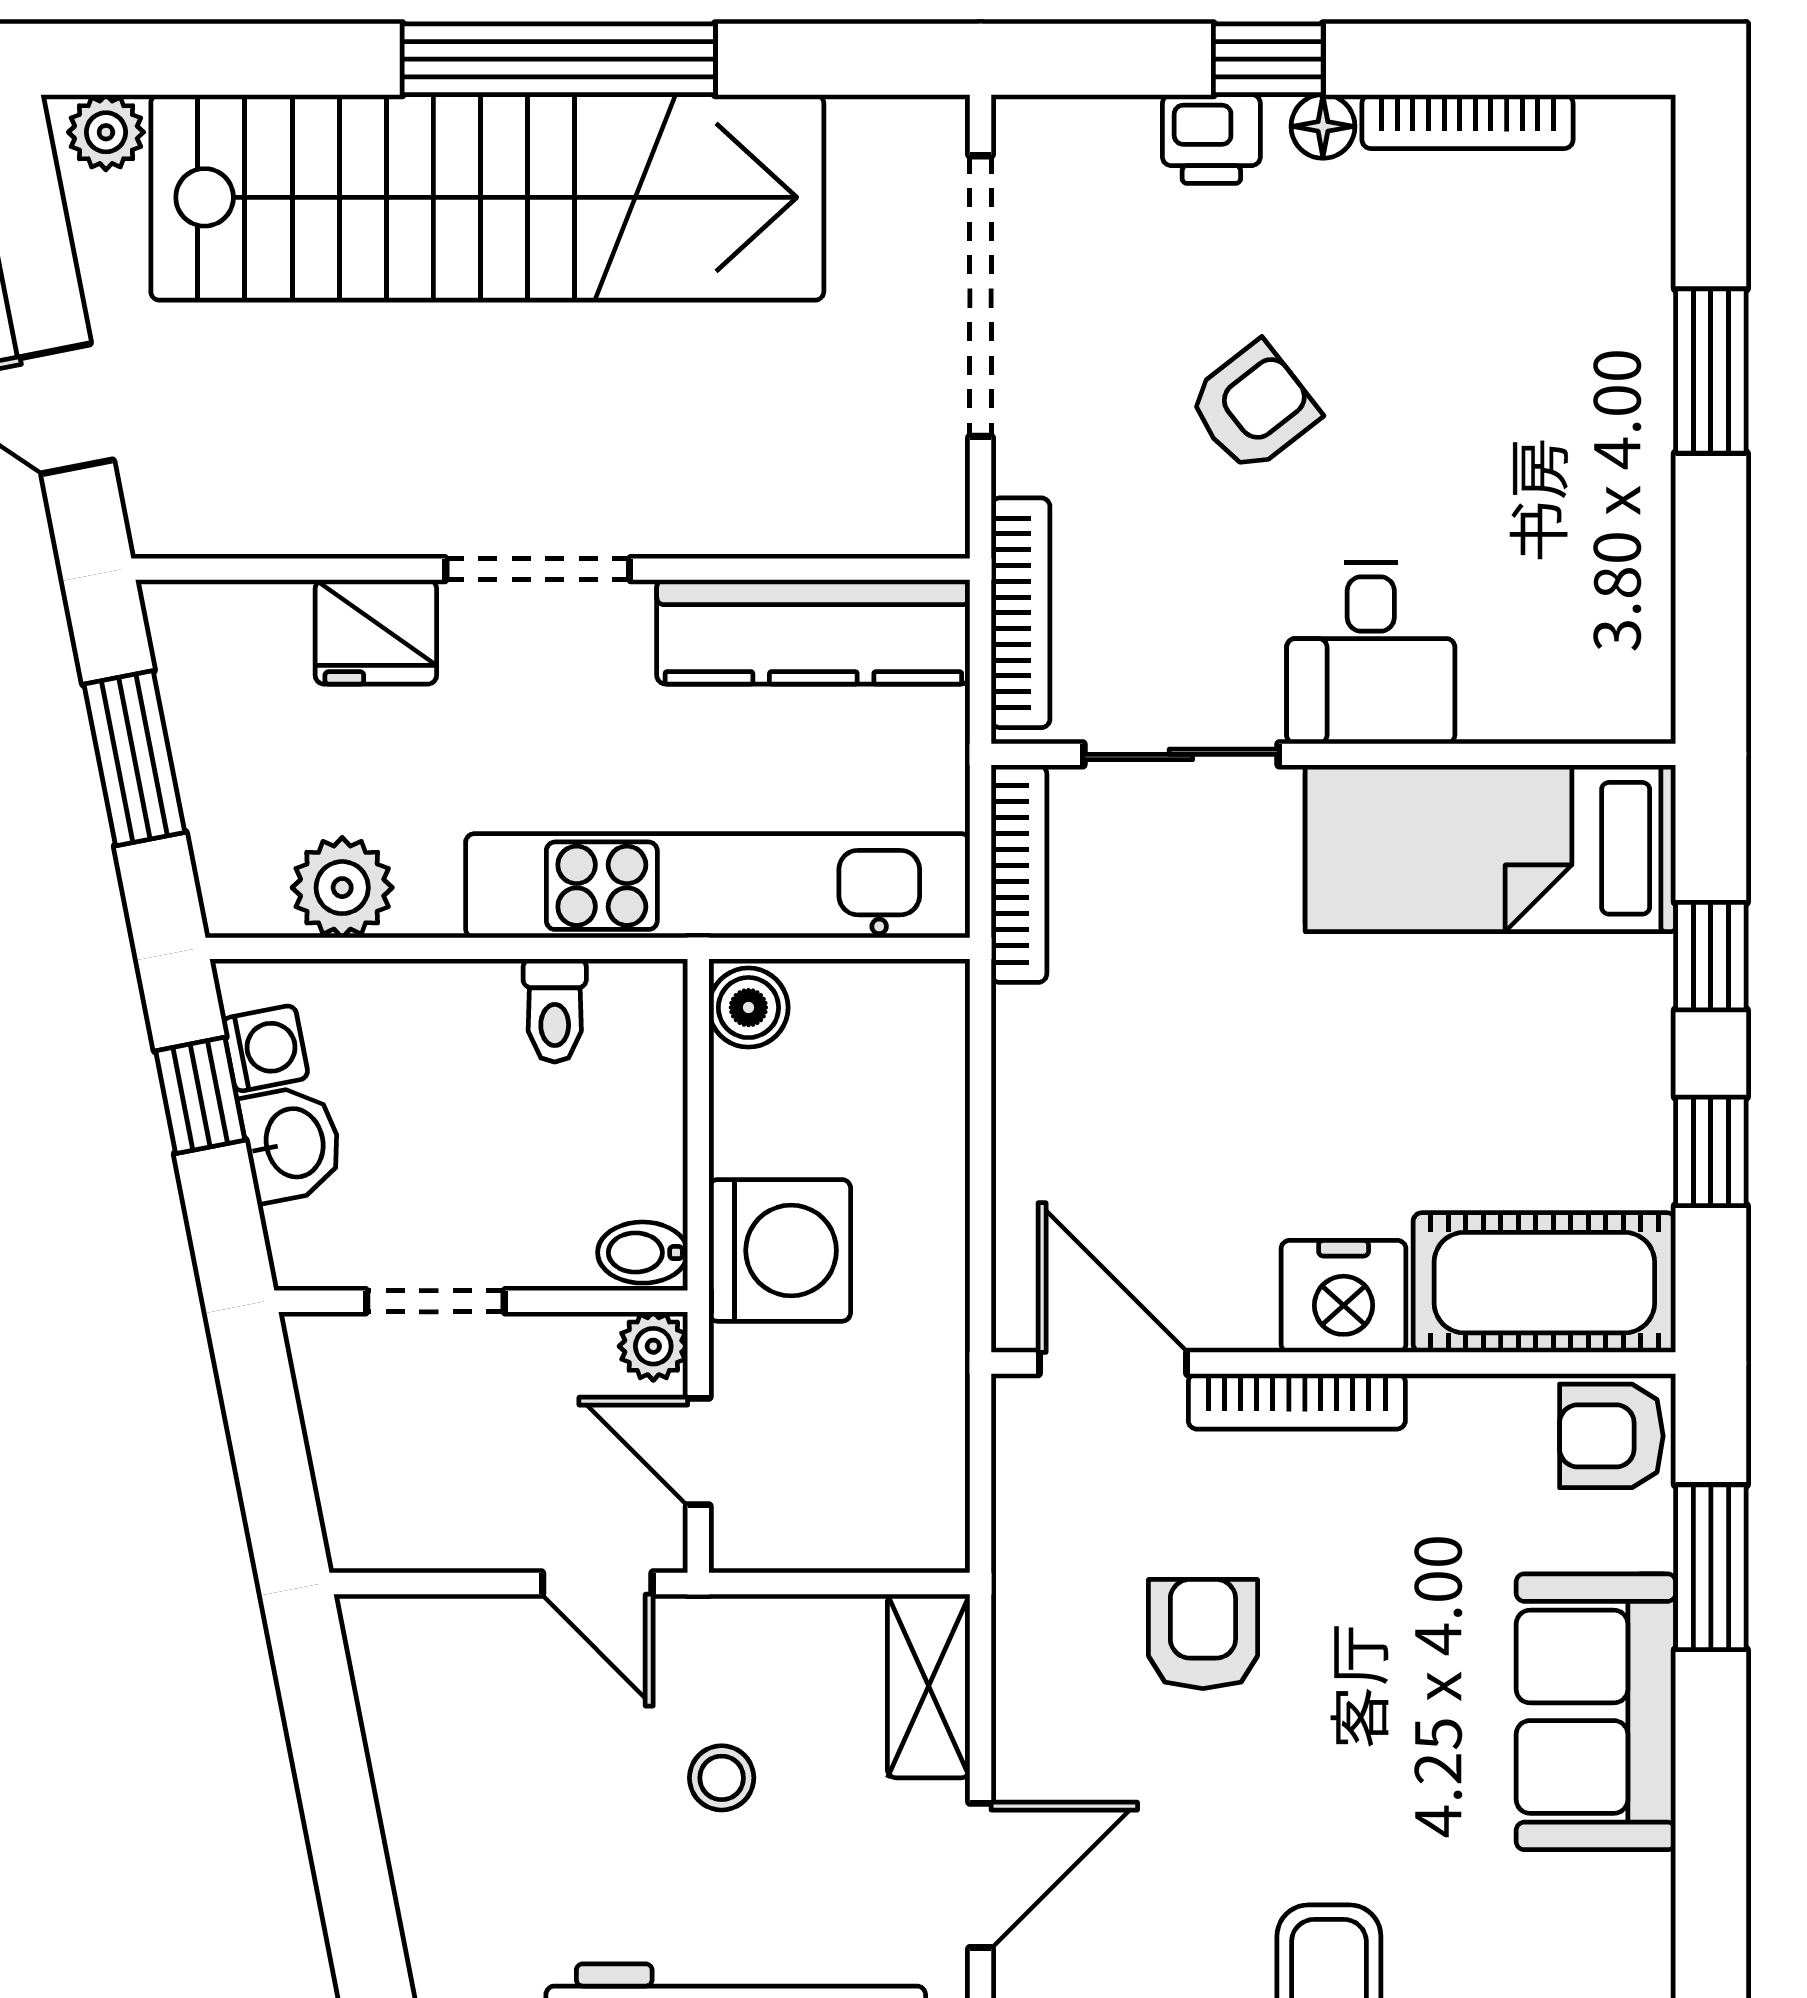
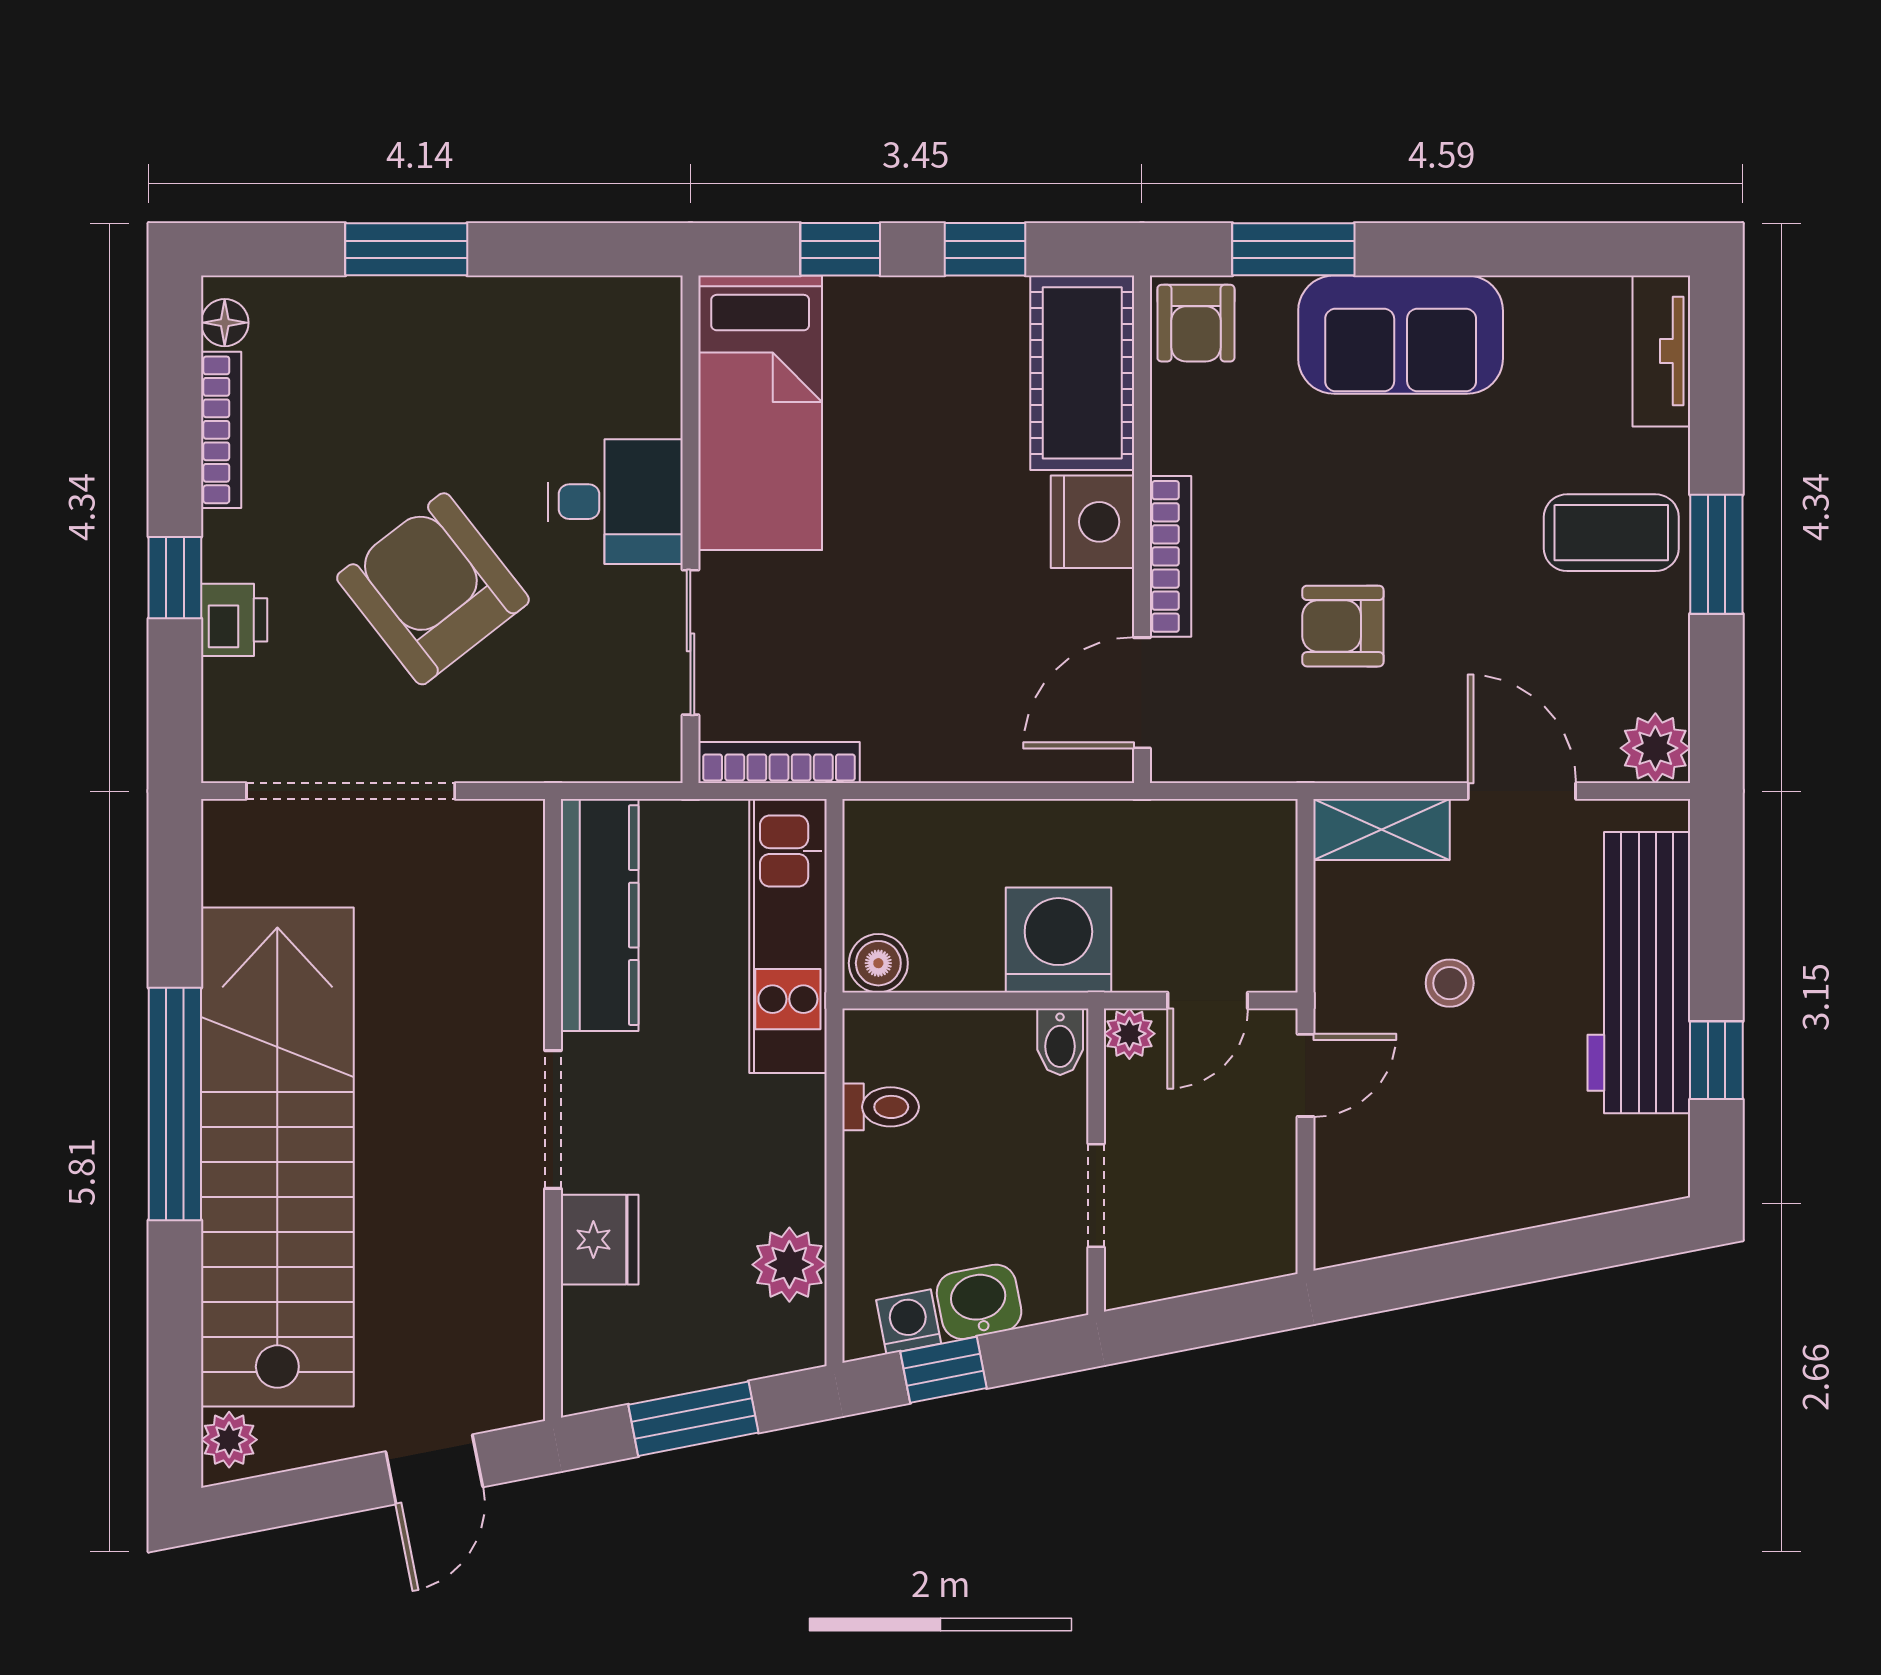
floor lamp: (1323, 126) -> (225, 323), moved
armchair: (1253, 407) -> (433, 589), width x1.88, depth x1.88
bookcase: (1021, 613) -> (585, 761), removed
kitchen unit: (718, 886) -> (788, 936), width x0.73

